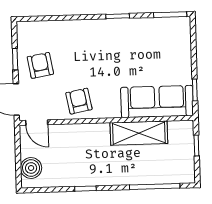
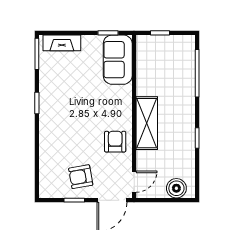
fireplace: (183, 41) -> (62, 43), added
armchair: (79, 101) -> (115, 142), turned 101
sofa: (157, 102) -> (118, 60), width x0.73
shelving: (139, 133) -> (147, 123), moved

